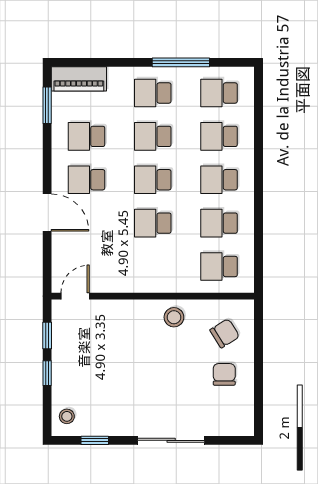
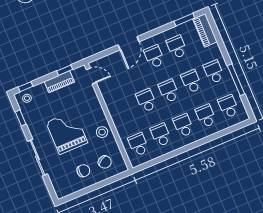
piano: (62, 352) -> (59, 82), added
window: (47, 373) -> (26, 87), moved
grand piano: (150, 375) -> (67, 132), added

